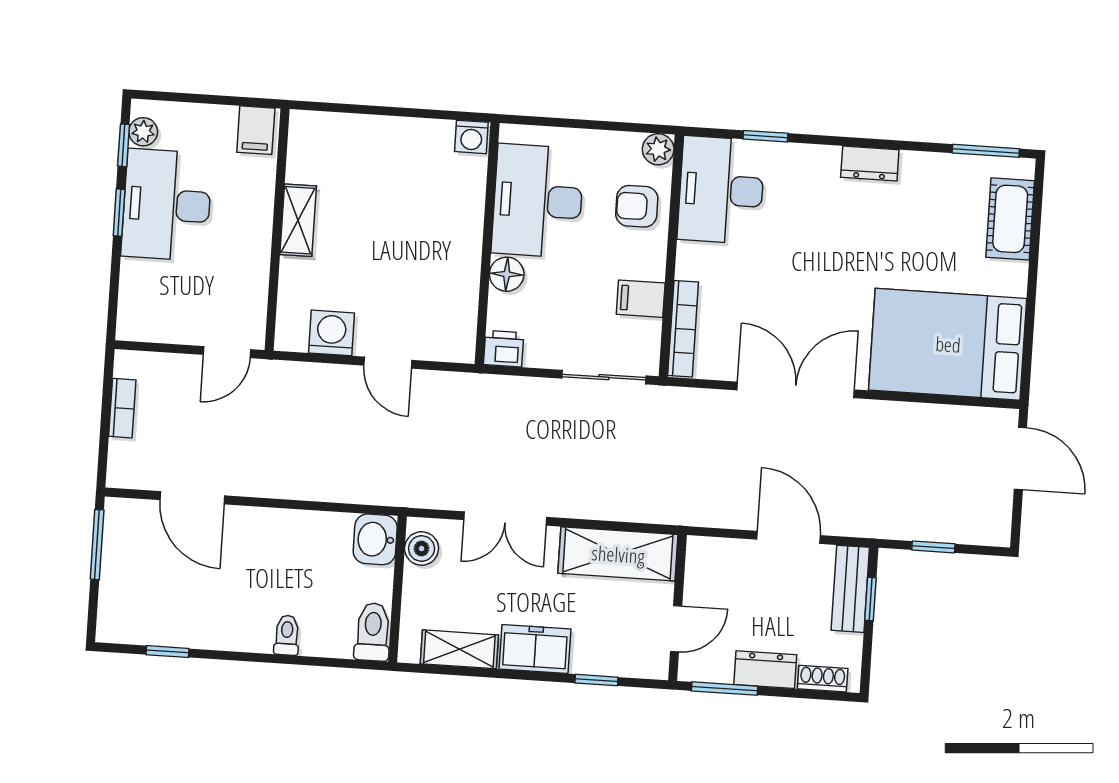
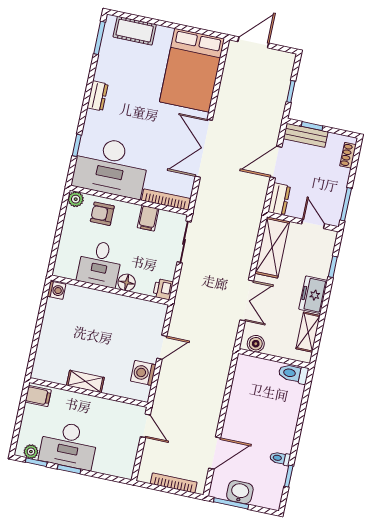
desk: (721, 190) -> (111, 167), width x1.36, depth x1.30
desk: (538, 201) -> (100, 264), width x0.73
armchair: (637, 206) -> (102, 214), turned 90
bookcase: (122, 408) -> (174, 483), width x1.56
washbasin: (375, 539) -> (240, 492), moved, turned 180
toilet: (287, 635) -> (280, 458), moved
dresser: (765, 670) -> (279, 199), moved, turned 180

